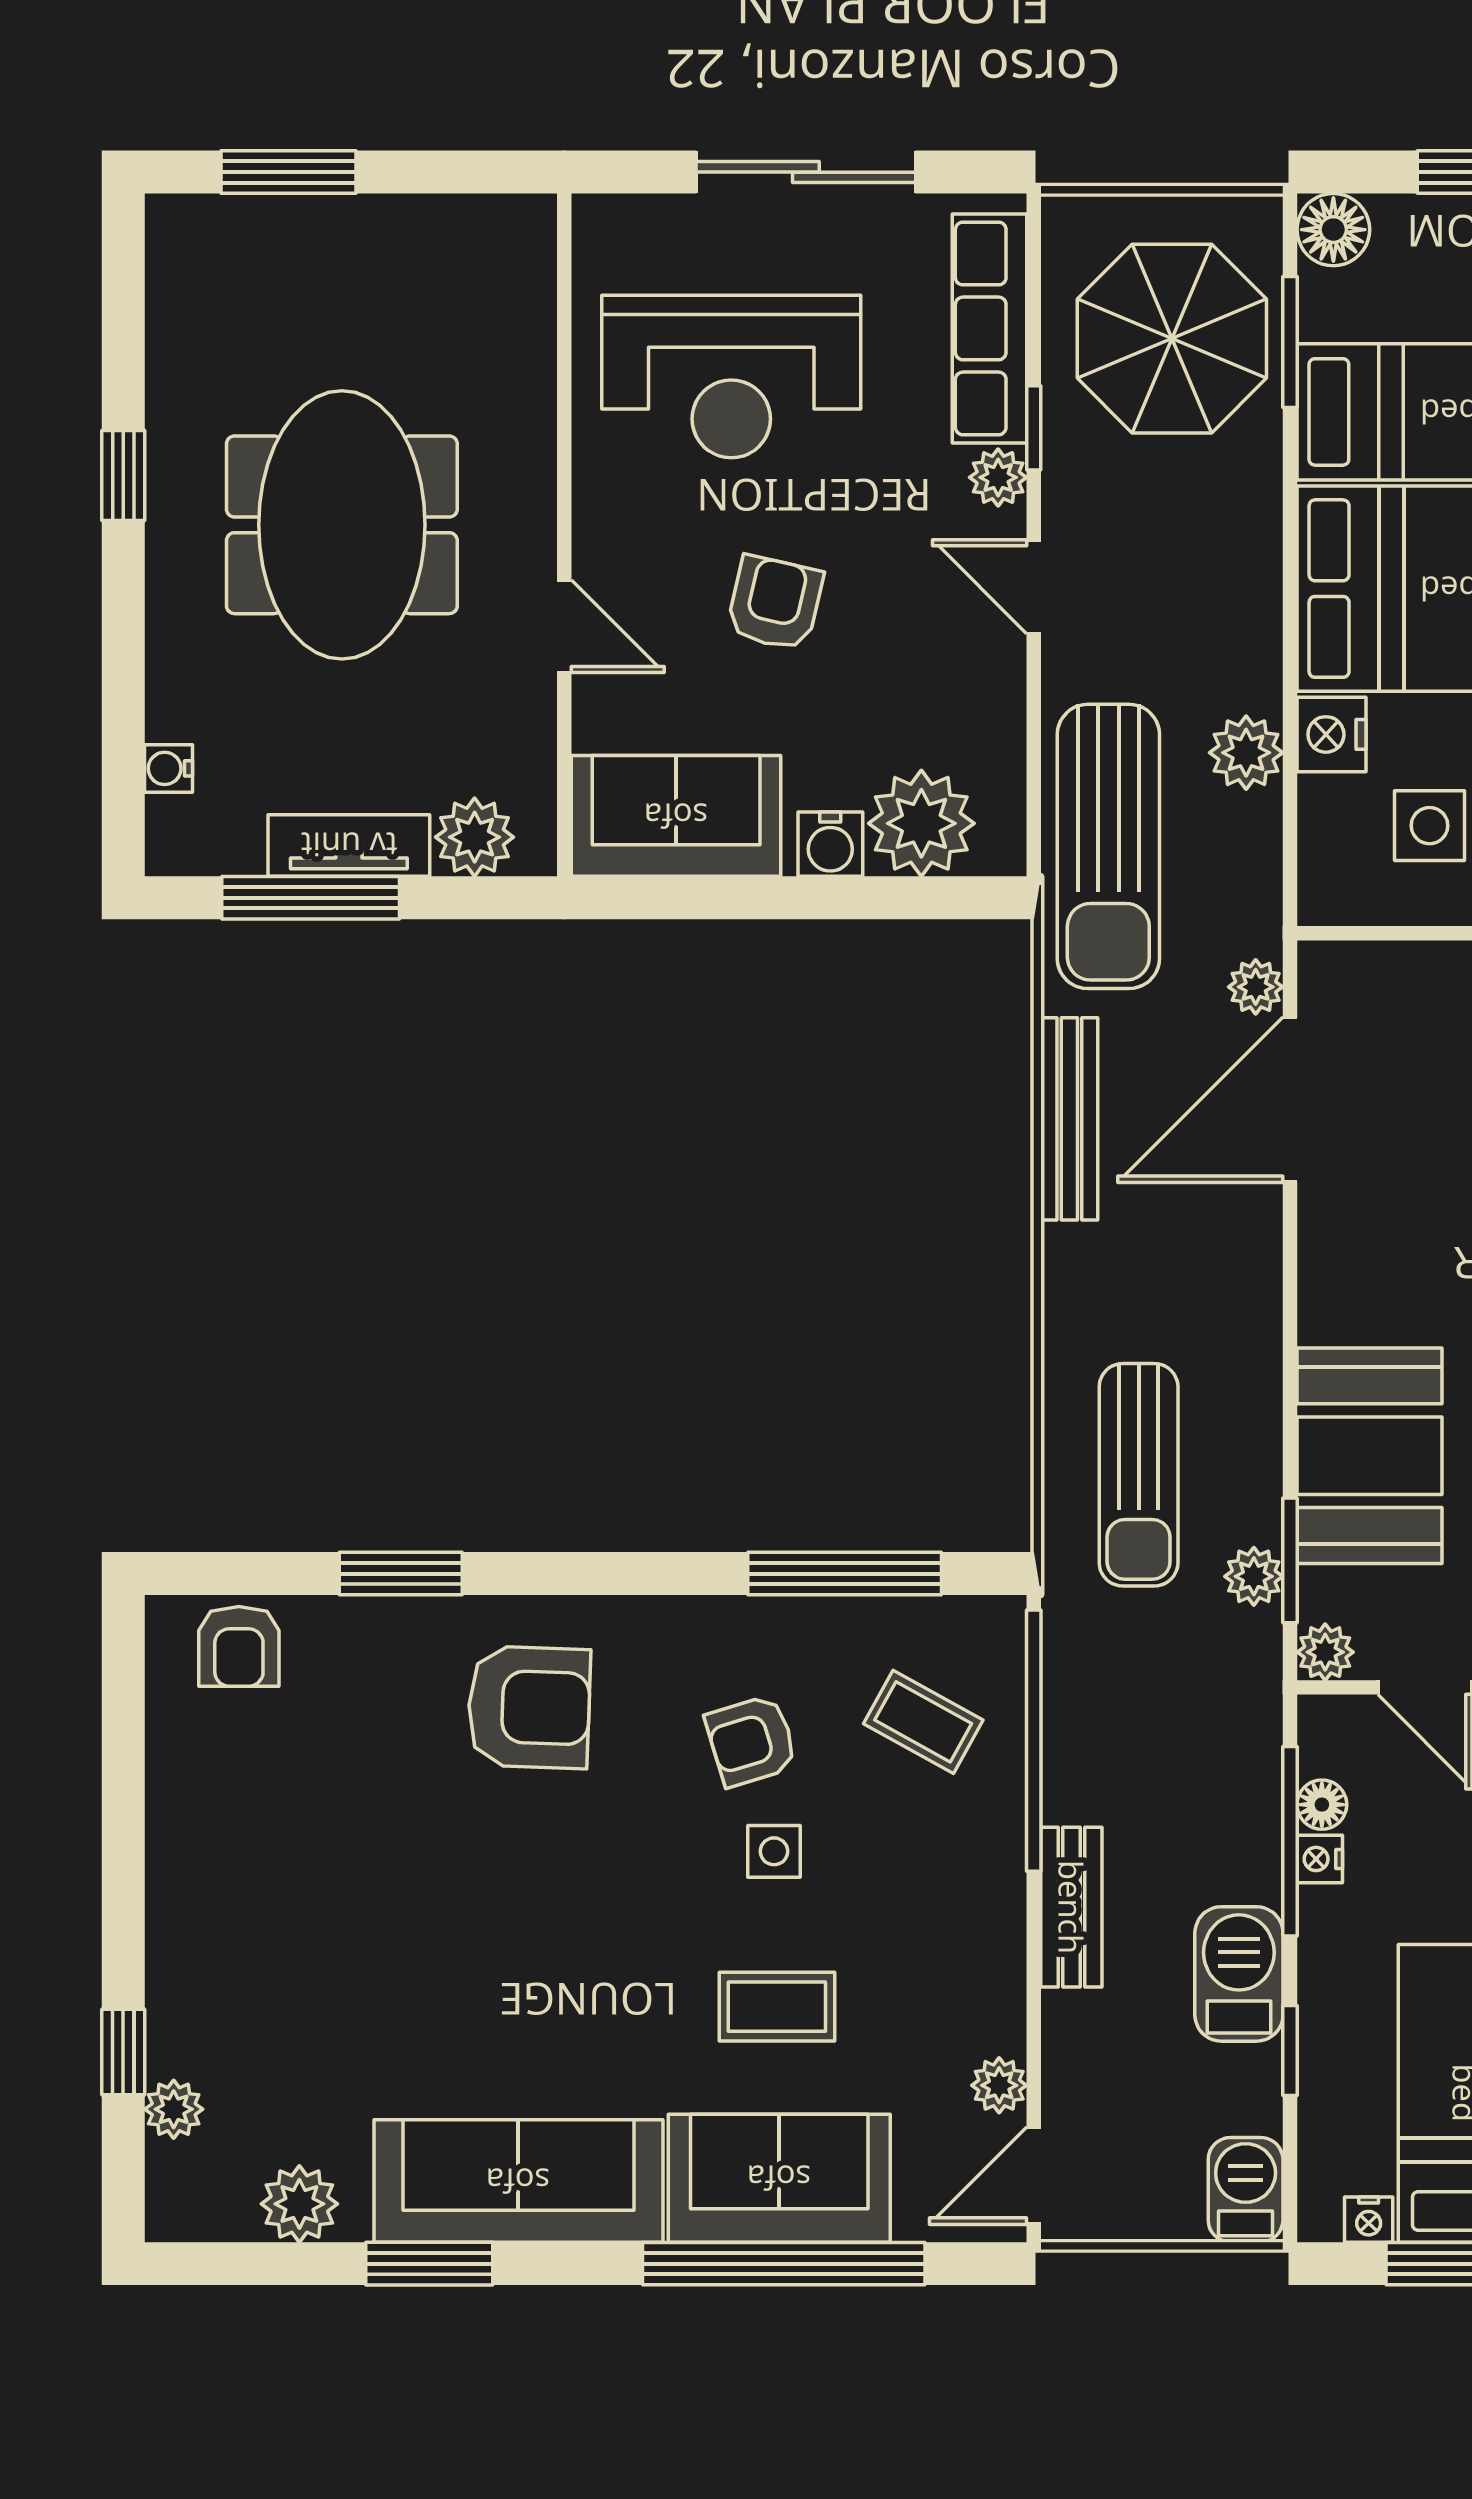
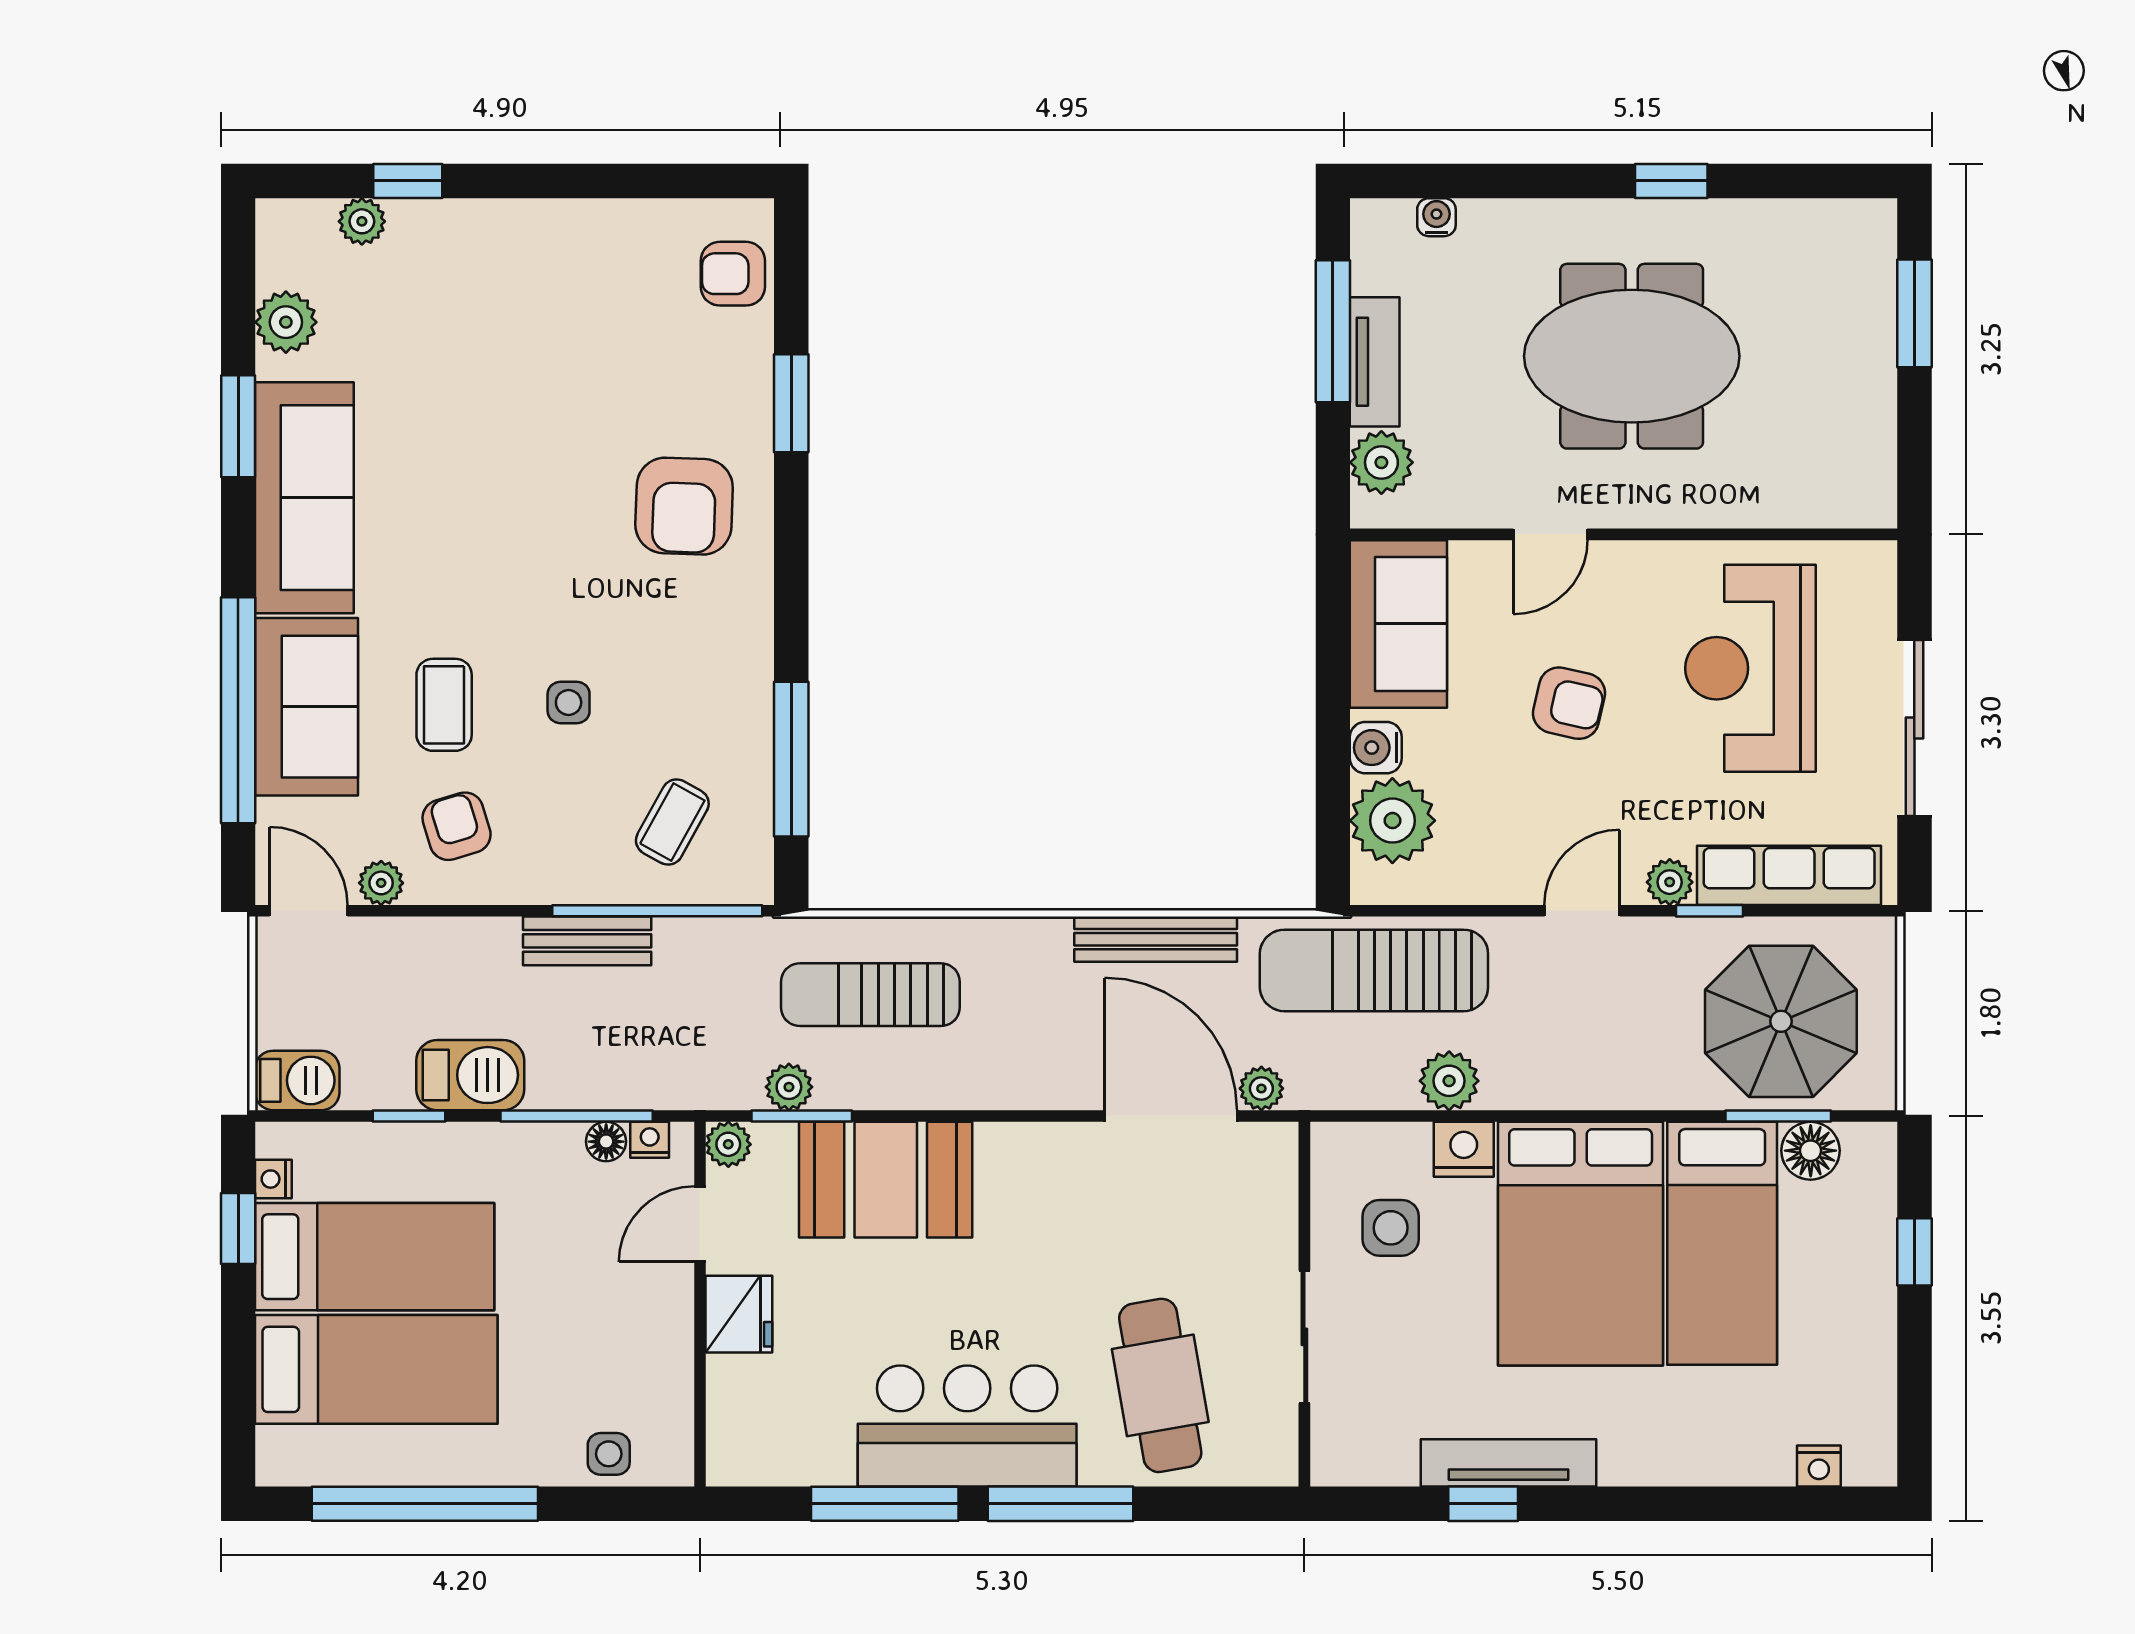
floor lamp: (1333, 230) -> (1811, 1151), moved
armchair: (751, 1741) -> (457, 826), moved
nightstand: (1320, 1859) -> (650, 1140), moved
bench: (1071, 1907) -> (587, 941), moved

